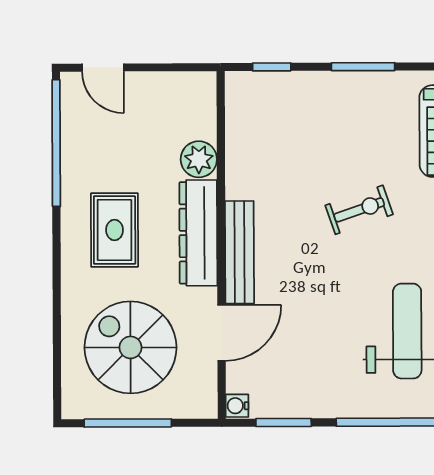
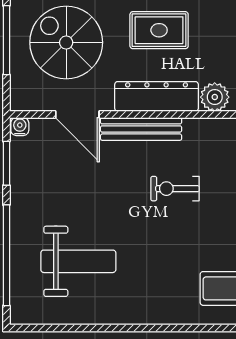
exercise bike: (359, 210) -> (175, 189), moved, turned 109
spiral stairs: (130, 347) -> (66, 42), turned -90

